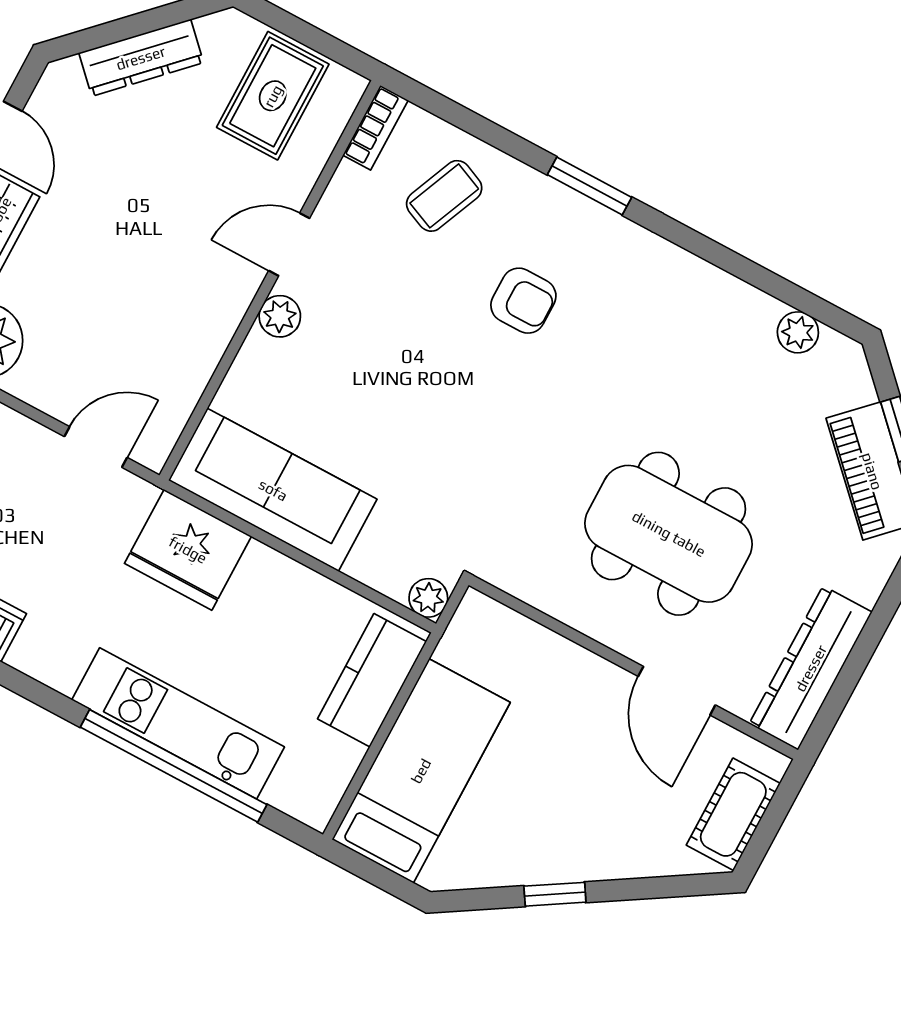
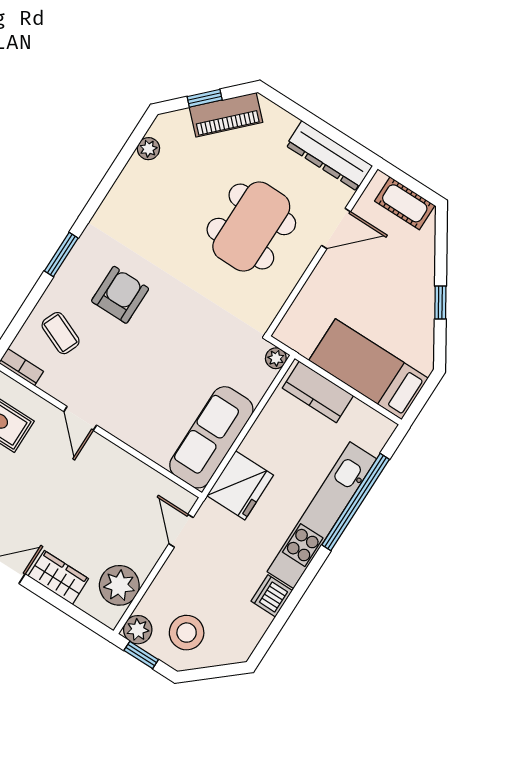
armchair: (523, 301) -> (120, 295), width x1.38, depth x1.38
plant: (280, 316) -> (118, 426), removed
kitchen unit: (178, 723) -> (322, 515), width x1.36

